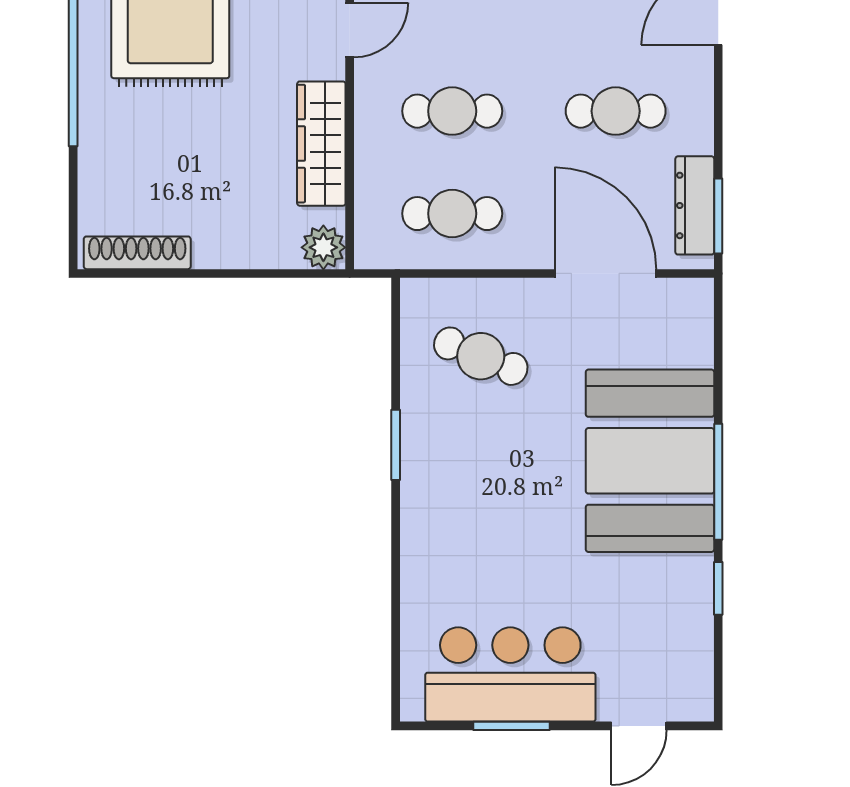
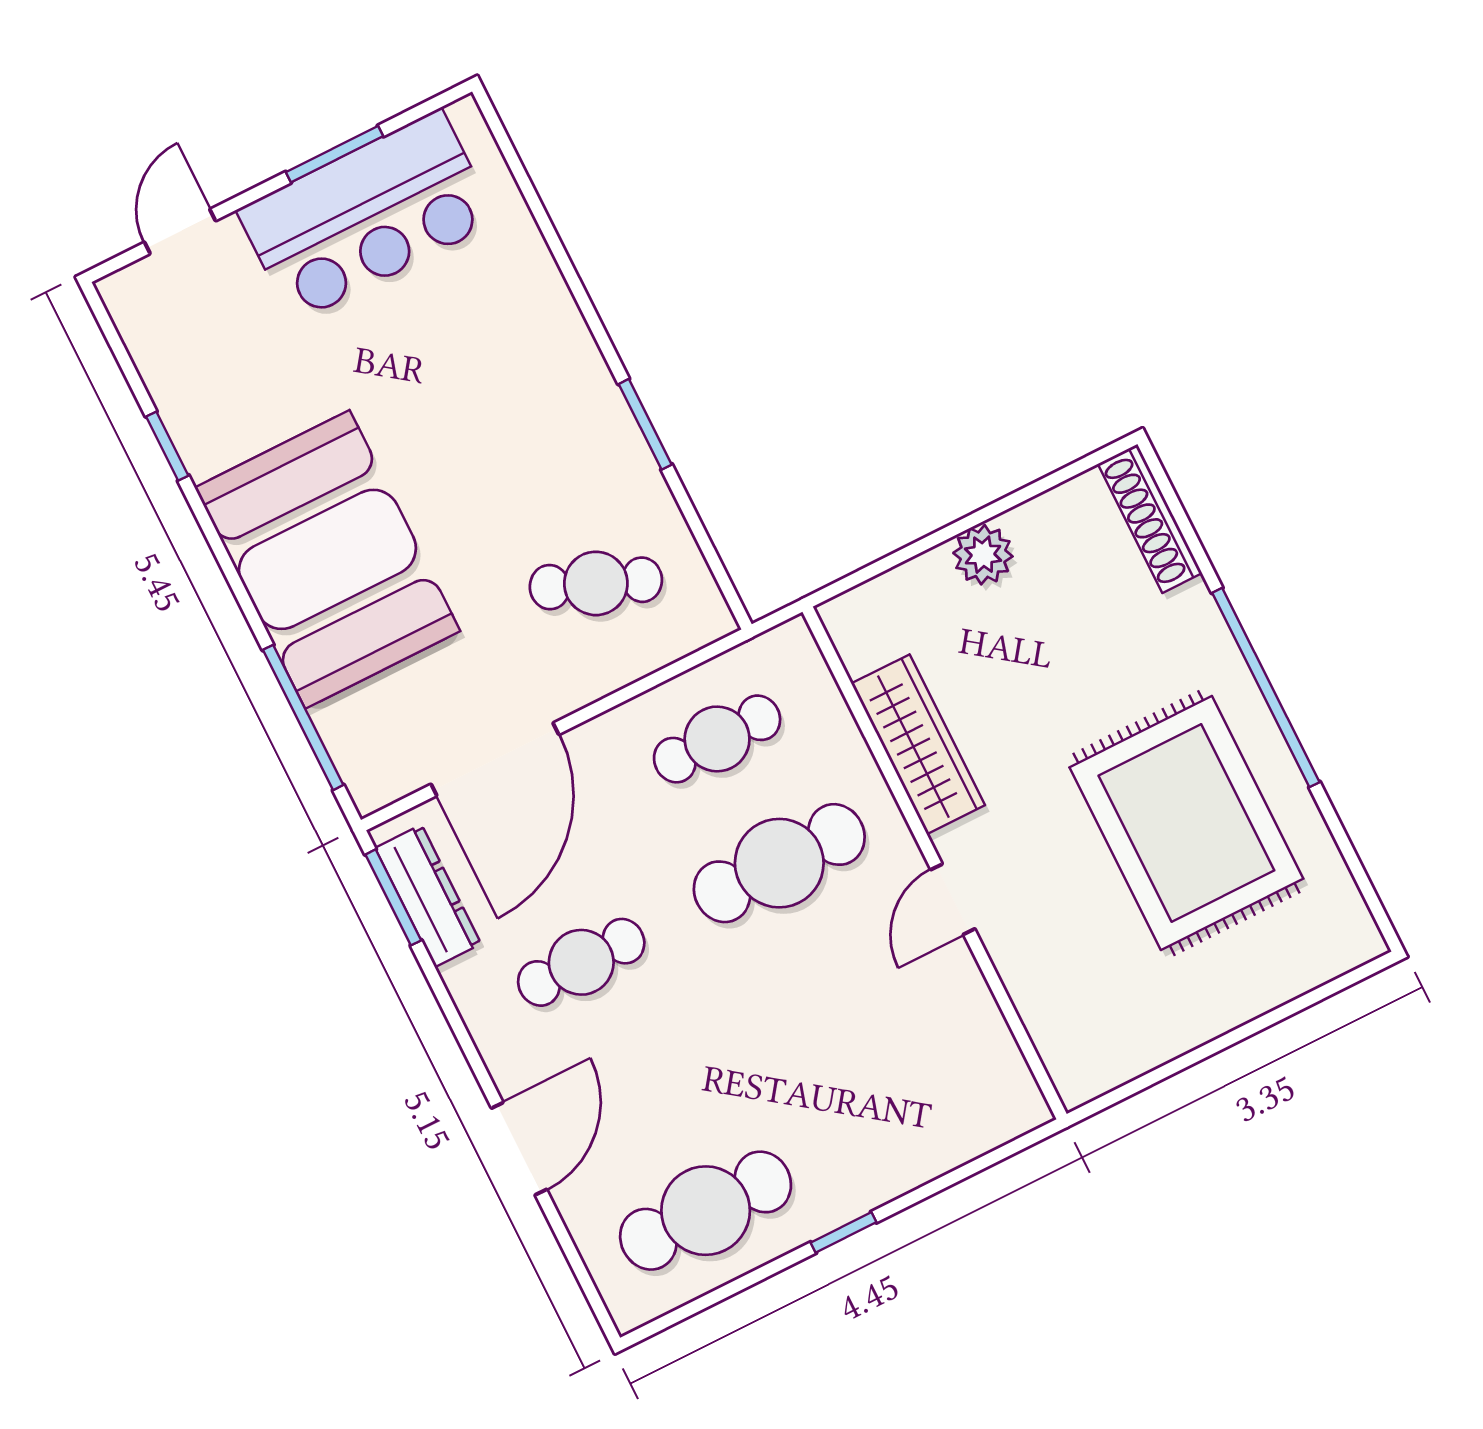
cafe table: (452, 111) -> (779, 863), width x1.37, depth x1.35
plant: (323, 247) -> (983, 555), moved
shoe rack: (137, 253) -> (1150, 518), moved, turned 90
door: (606, 273) -> (495, 759), hinge flipped
window: (718, 482) -> (303, 717), moved

